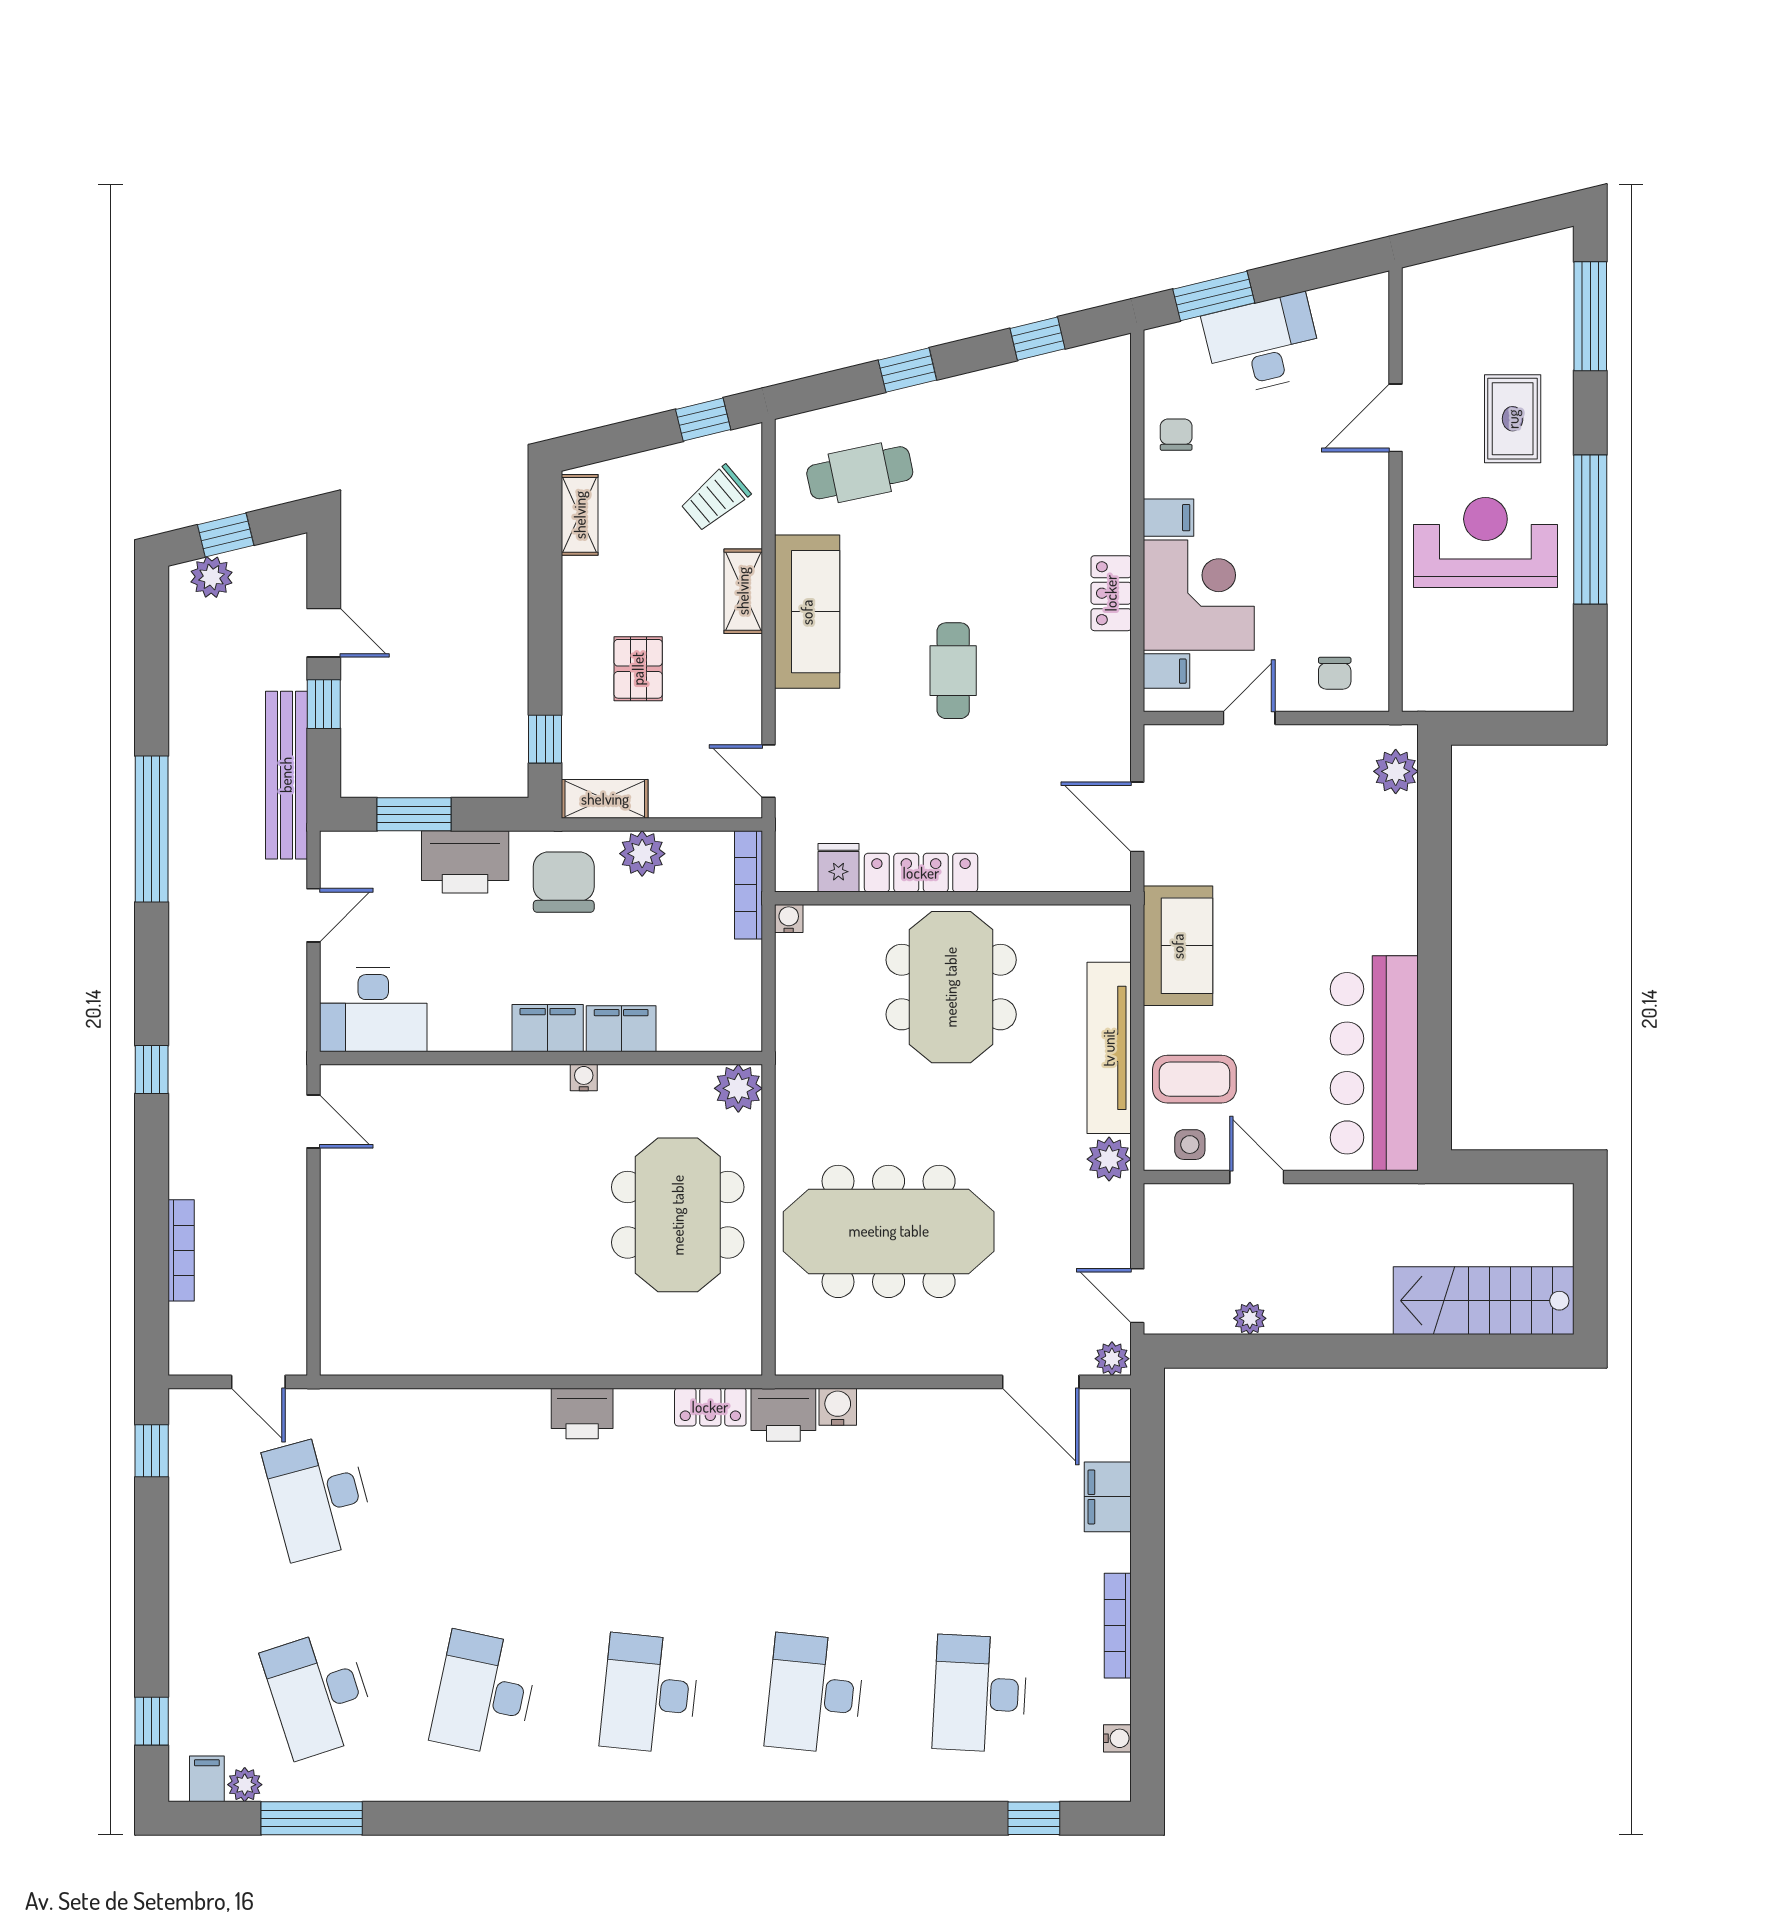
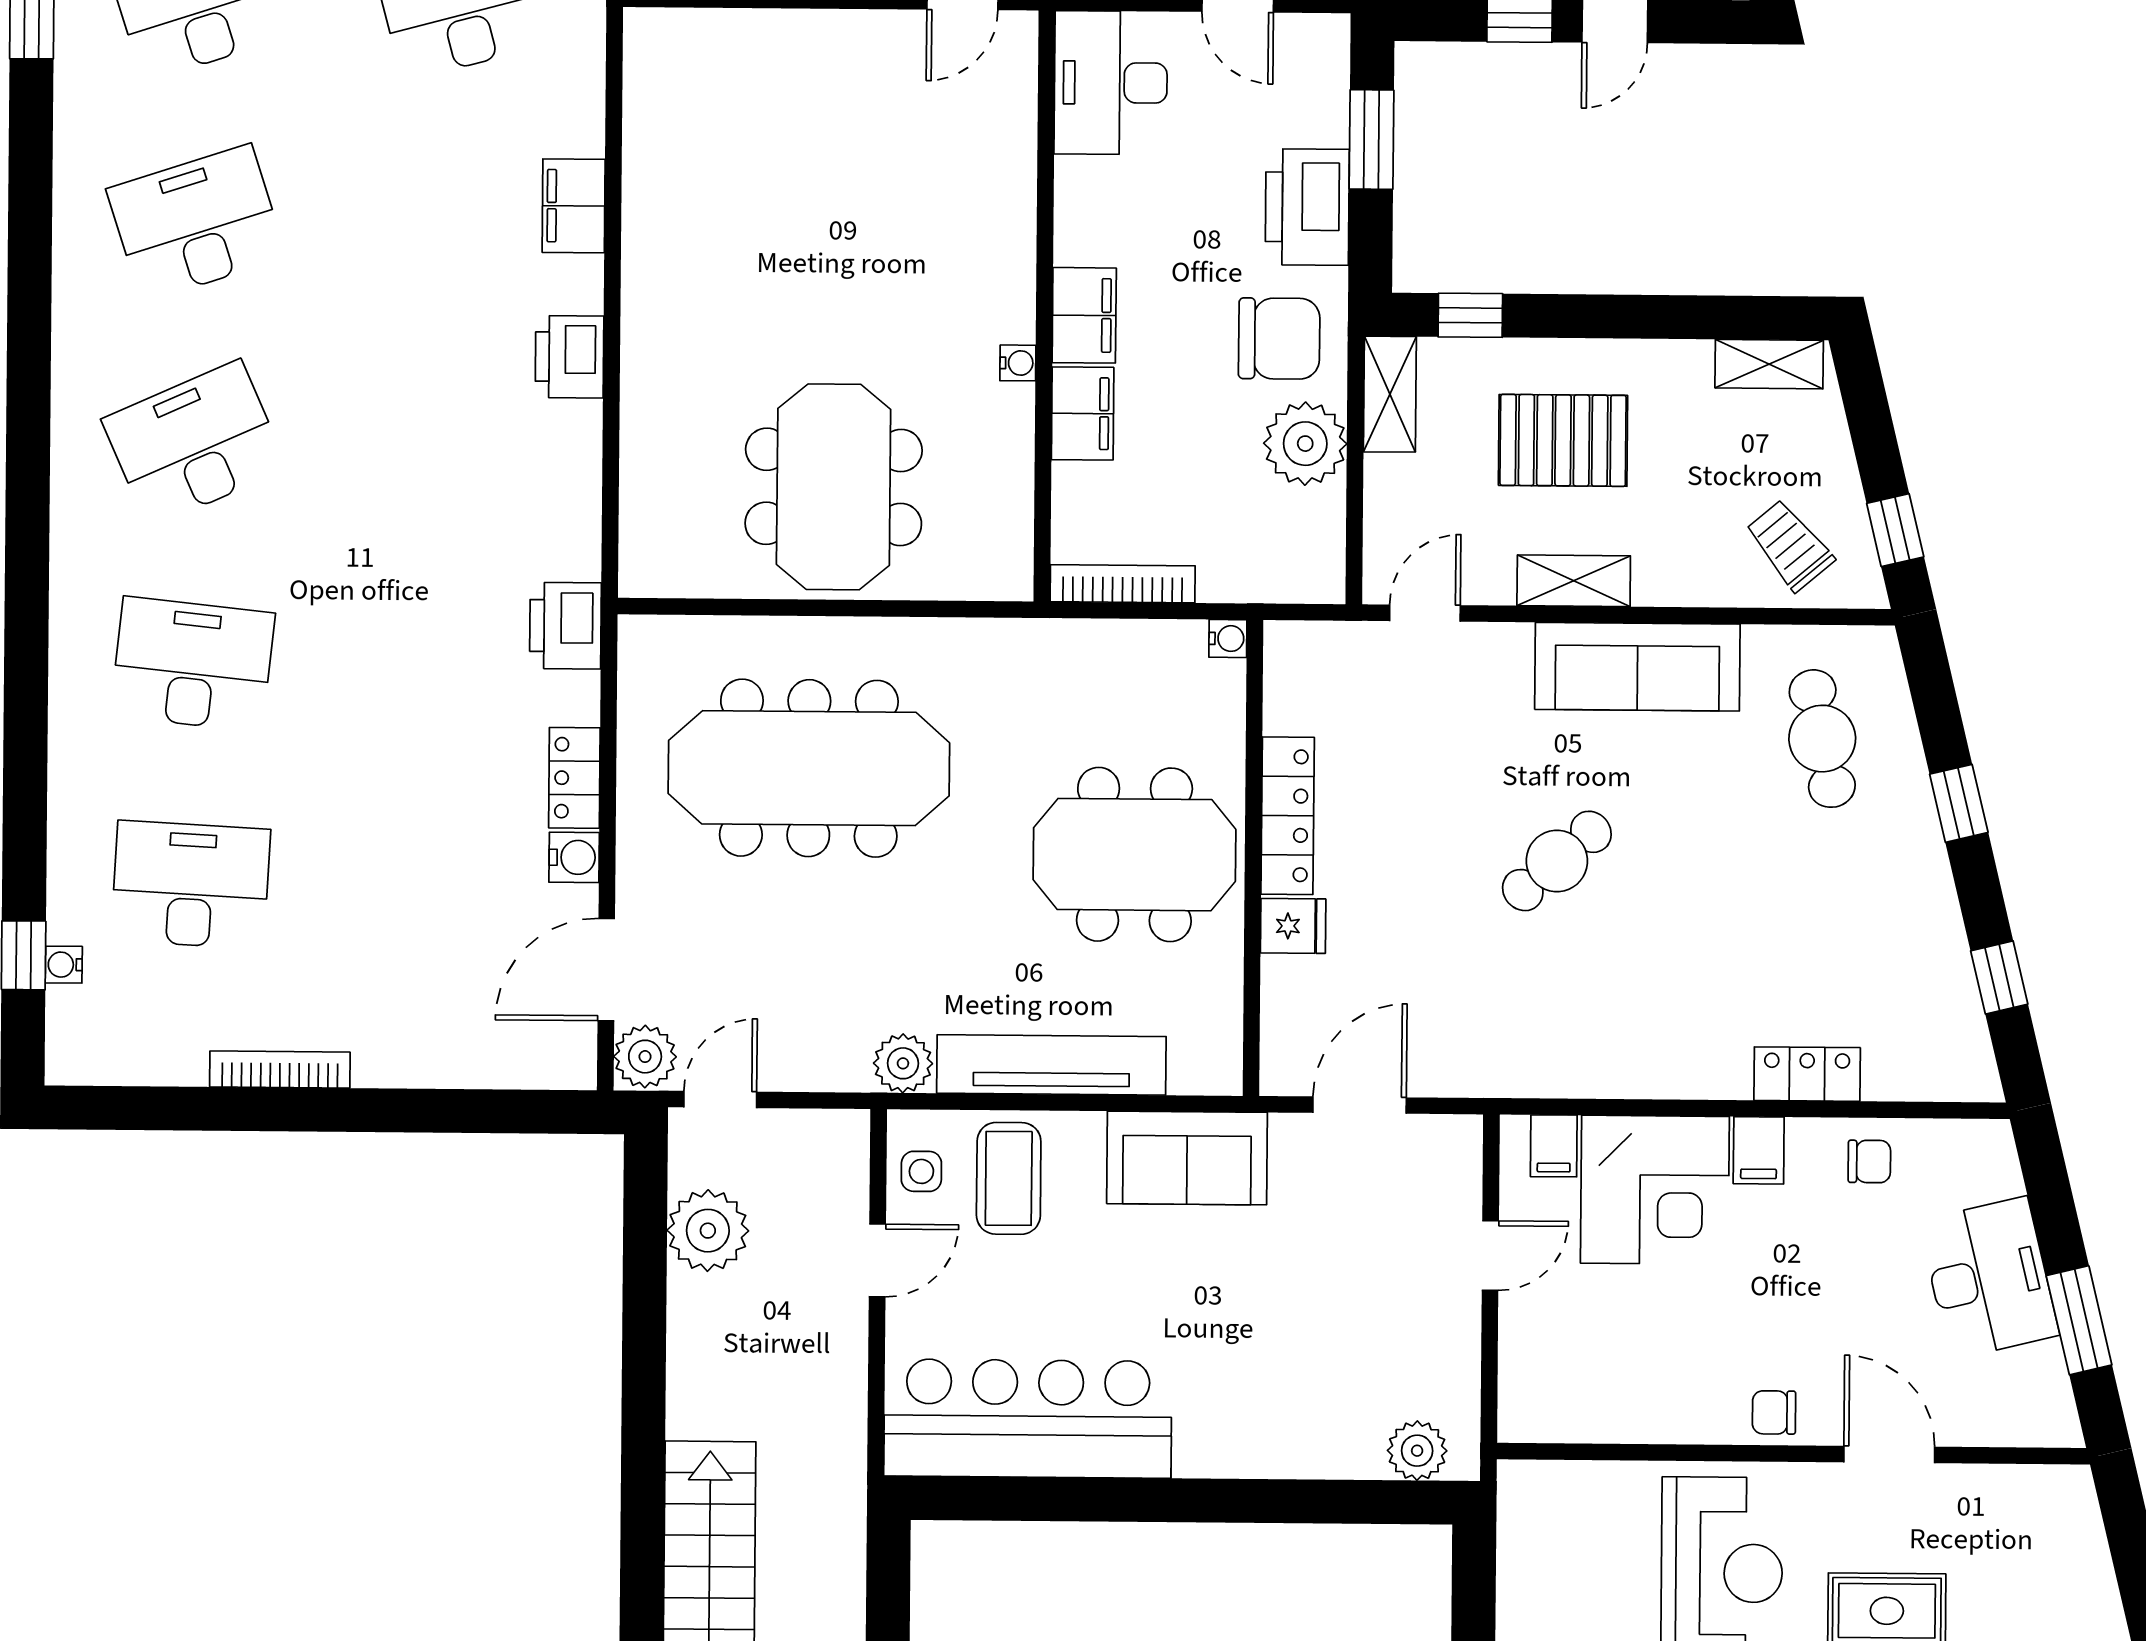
window: (1214, 296) -> (2079, 1320), moved
shelving: (743, 591) -> (1574, 581), moved
locker: (1111, 593) -> (1807, 1074), moved
pallet: (638, 669) -> (1563, 440), width x1.50, depth x1.42
cafe table: (953, 671) -> (1557, 861), turned -41
chair: (1335, 673) -> (1774, 1412), moved
door: (1249, 718) -> (1490, 1256), hinge flipped
plant: (642, 854) -> (1305, 444), width x1.36, depth x1.36
fridge: (838, 868) -> (1293, 926), moved
bookcase: (748, 885) -> (1123, 584), moved
plant: (738, 1088) -> (1002, 569), removed
meeting table: (678, 1215) -> (834, 487), turned 90
meeting table: (889, 1231) -> (809, 768), turned 90
plant: (1250, 1318) -> (708, 1231), width x1.87, depth x1.87
plant: (1112, 1359) -> (645, 1057), width x1.38, depth x1.38
locker: (710, 1407) -> (574, 778), moved
water cooler: (838, 1407) -> (574, 857), moved
filing cabinet: (1108, 1497) -> (574, 206), moved, turned -90
desk: (484, 1694) -> (196, 223), turned -30
desk: (650, 1694) -> (195, 444), turned -30
water cooler: (1117, 1738) -> (64, 965), moved, turned 90

